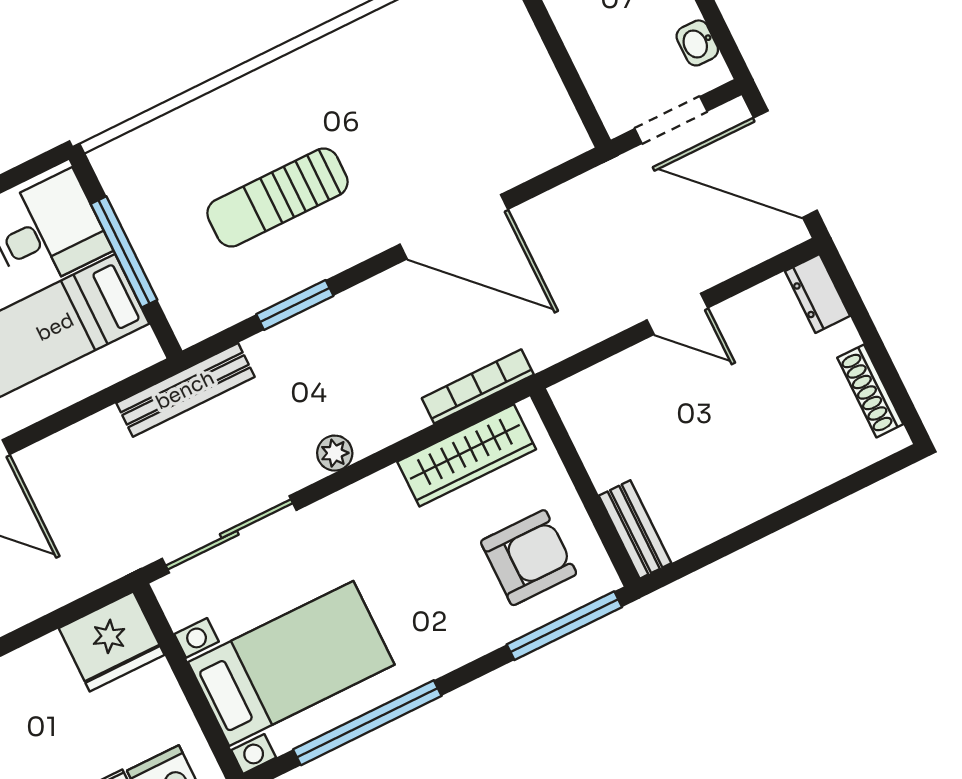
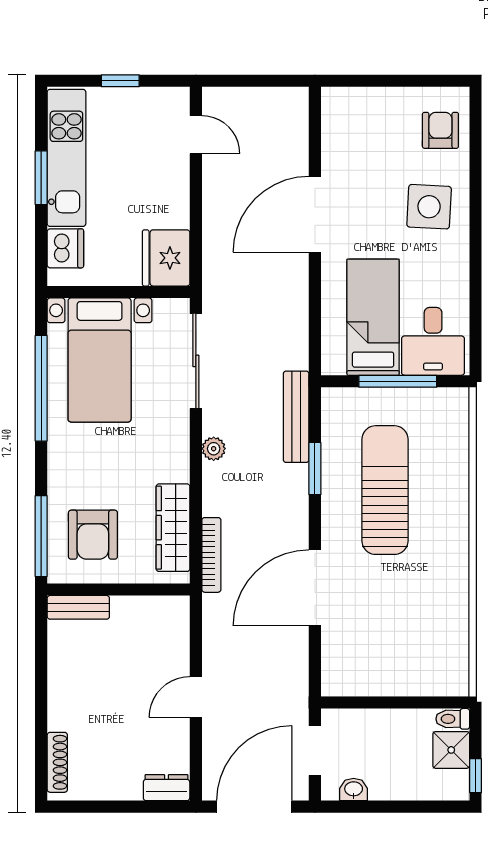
sun lounger: (277, 197) -> (385, 490), width x1.36, depth x1.34
bench: (185, 390) -> (296, 417), moved
shoe rack: (870, 391) -> (57, 762), moved, turned 90

